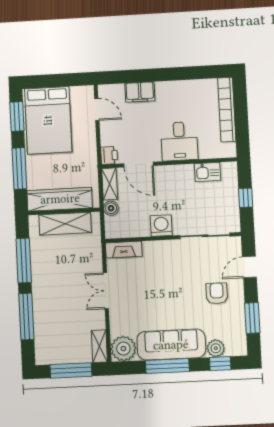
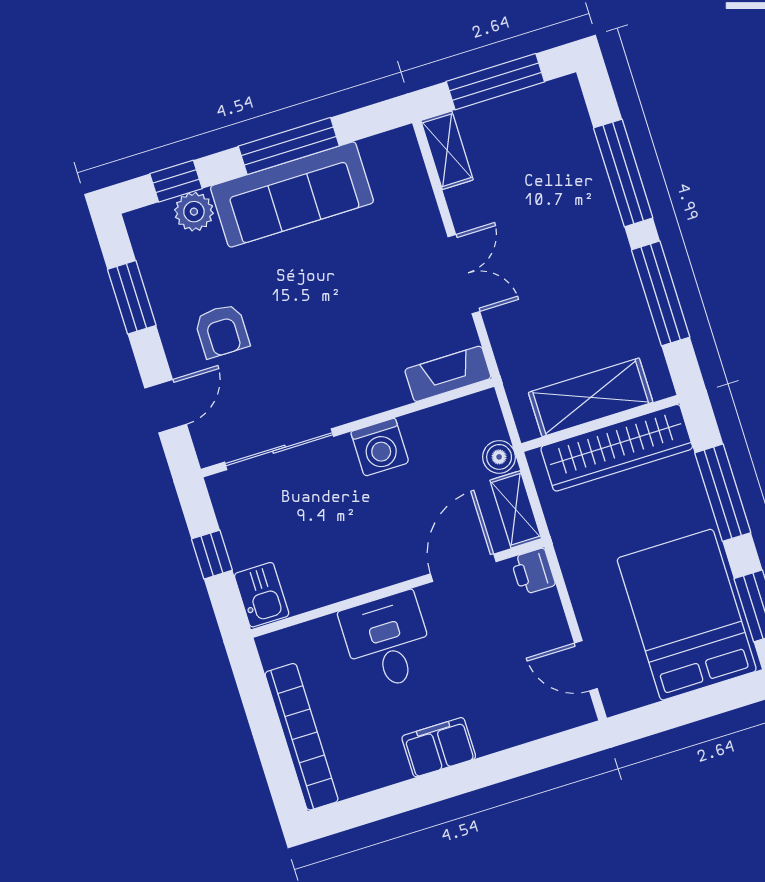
filing cabinet: (140, 92) -> (439, 747), moved
door: (139, 165) -> (463, 568), hinge flipped
kitchen sink: (208, 172) -> (262, 595), moved, turned 90
plant: (123, 349) -> (393, 159), removed

